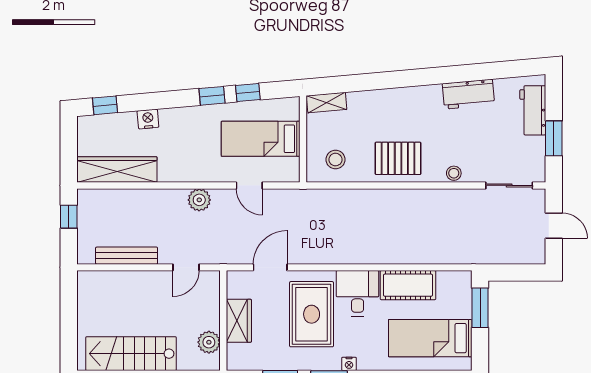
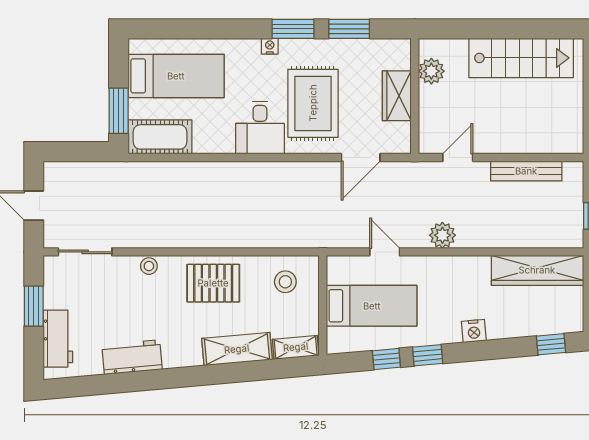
shelving: (377, 101) -> (237, 349), added
nightstand: (148, 119) -> (474, 331), moved
cot: (408, 285) -> (160, 137), moved

